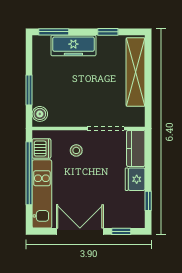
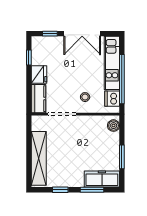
window: (54, 32) -> (92, 190), moved
freezer: (73, 46) -> (102, 179), moved
window: (29, 90) -> (122, 157), moved

